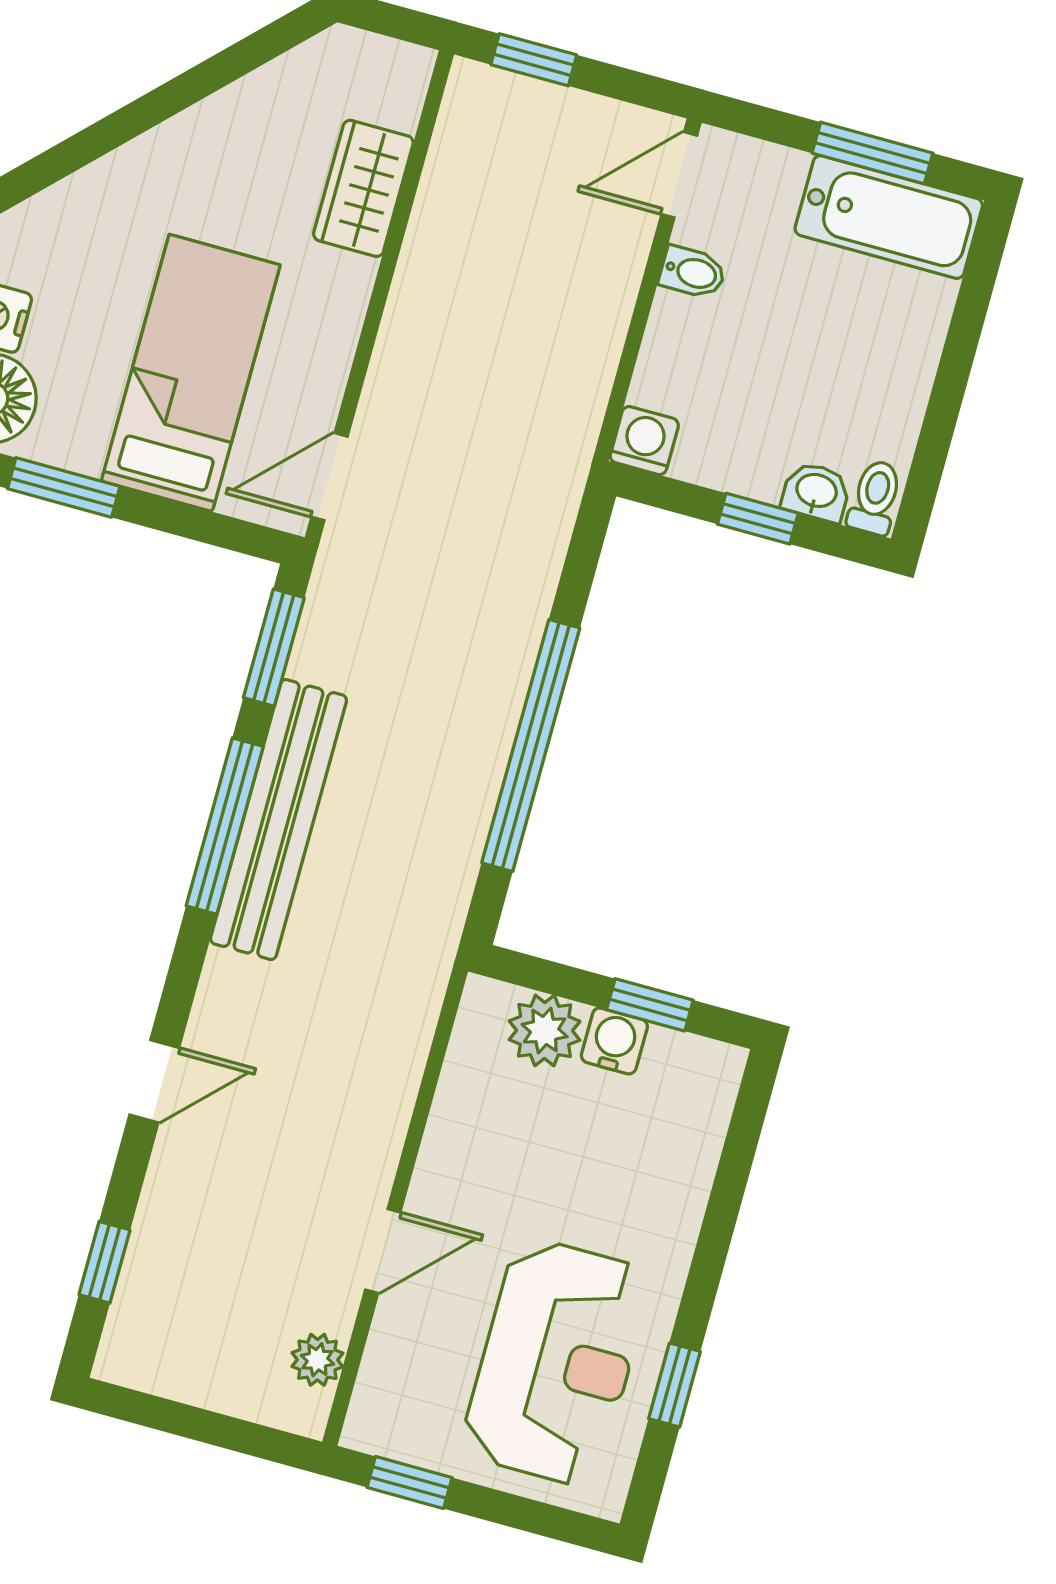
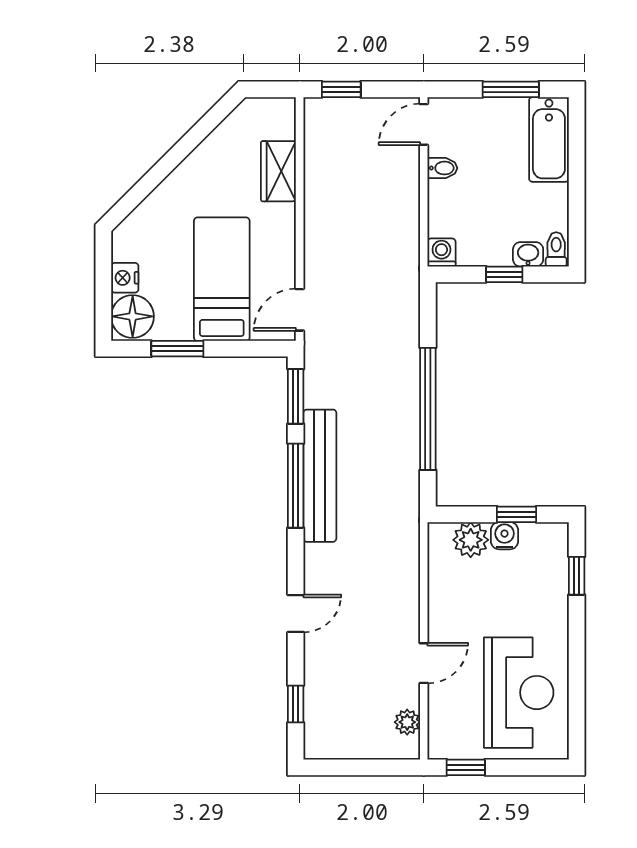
bathtub: (889, 217) -> (549, 139), moved, turned 90
window: (675, 1385) -> (577, 576), moved

